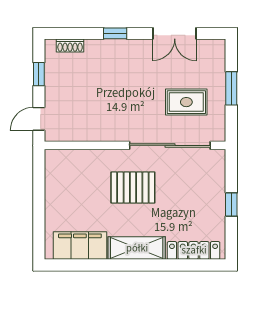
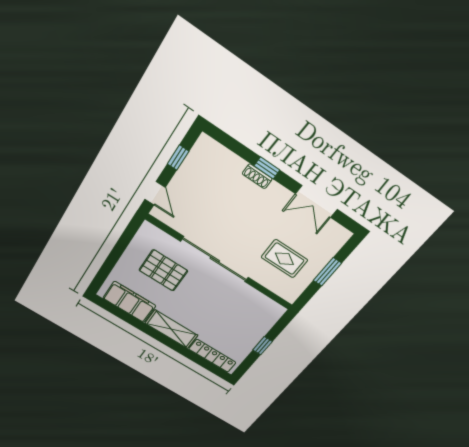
shoe rack: (70, 46) -> (257, 176), moved
door: (39, 119) -> (155, 193), swing flipped
sliding door: (170, 145) -> (215, 259), moved
pallet: (133, 188) -> (163, 270), moved

